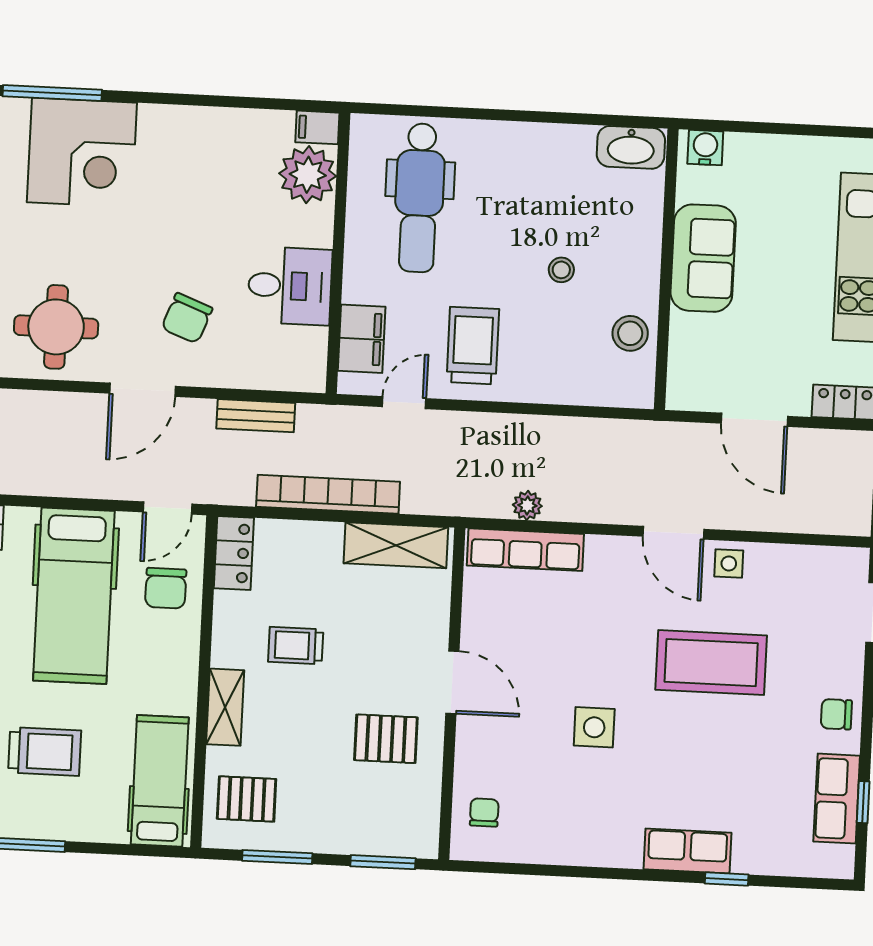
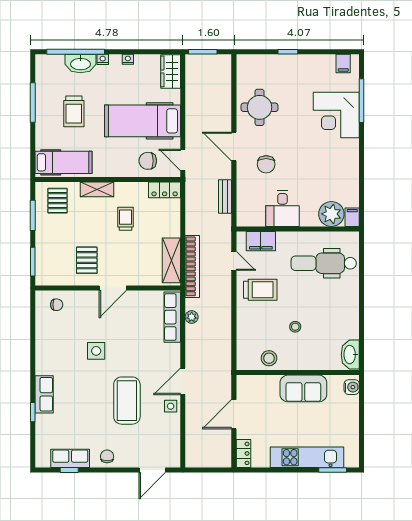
chair: (187, 318) -> (266, 164), turned -111
bookcase: (328, 494) -> (192, 266), moved

